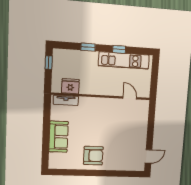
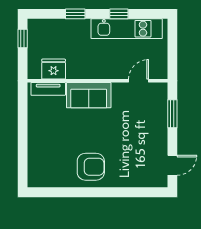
door: (130, 98) -> (139, 81), hinge flipped
window: (151, 122) -> (172, 114), added
sofa: (59, 137) -> (89, 95), moved, turned 90

